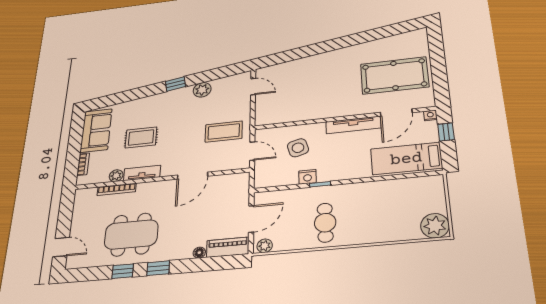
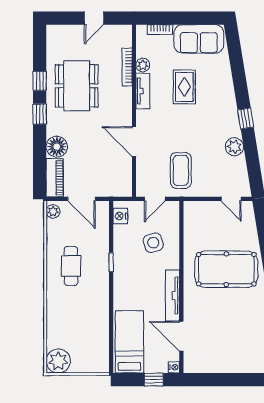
pool table: (394, 75) -> (226, 269), moved, turned 90
door: (253, 87) -> (231, 199), hinge flipped
nightstand: (308, 177) -> (120, 216), moved
cafe table: (325, 223) -> (71, 266), turned 90
door: (61, 247) -> (94, 18), moved
floor lamp: (199, 253) -> (57, 147), width x1.89, depth x1.89

